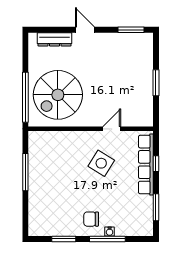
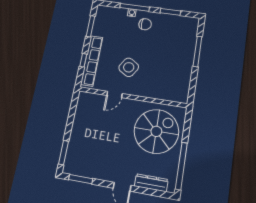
window: (156, 83) -> (64, 153), moved
window: (25, 97) -> (181, 166), moved
window: (25, 172) -> (197, 51), moved

